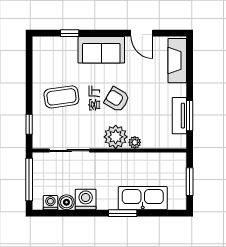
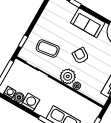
coffee table: (61, 97) -> (48, 49), moved

